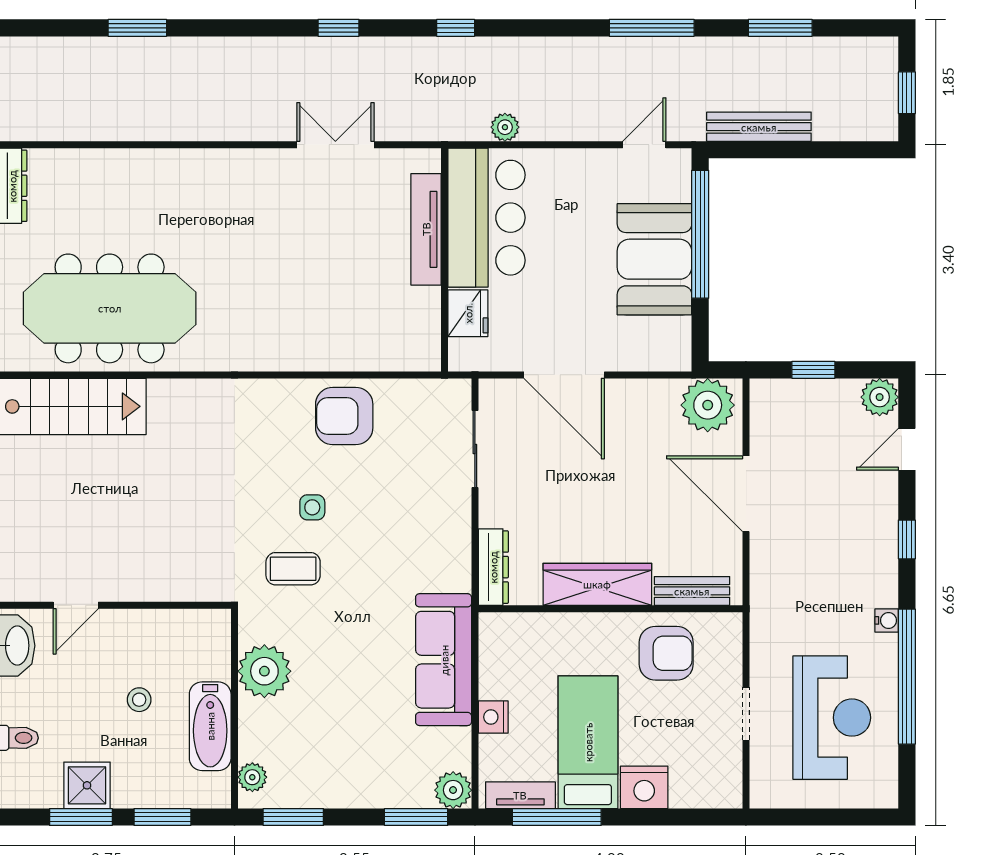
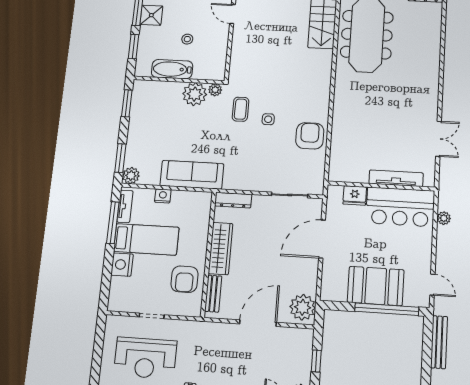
plant: (252, 777) -> (215, 90), moved

